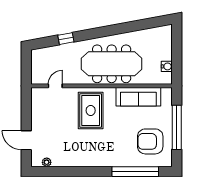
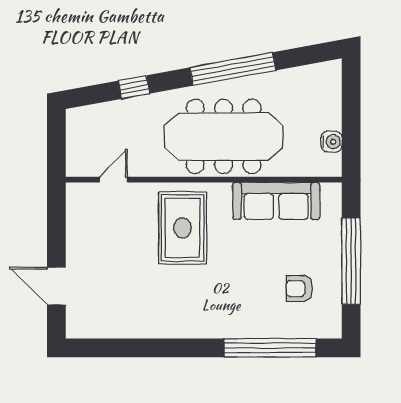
window: (116, 29) -> (233, 69), added
armchair: (150, 141) -> (299, 289), width x0.53, depth x0.53
plant: (47, 162) -> (96, 329), removed

